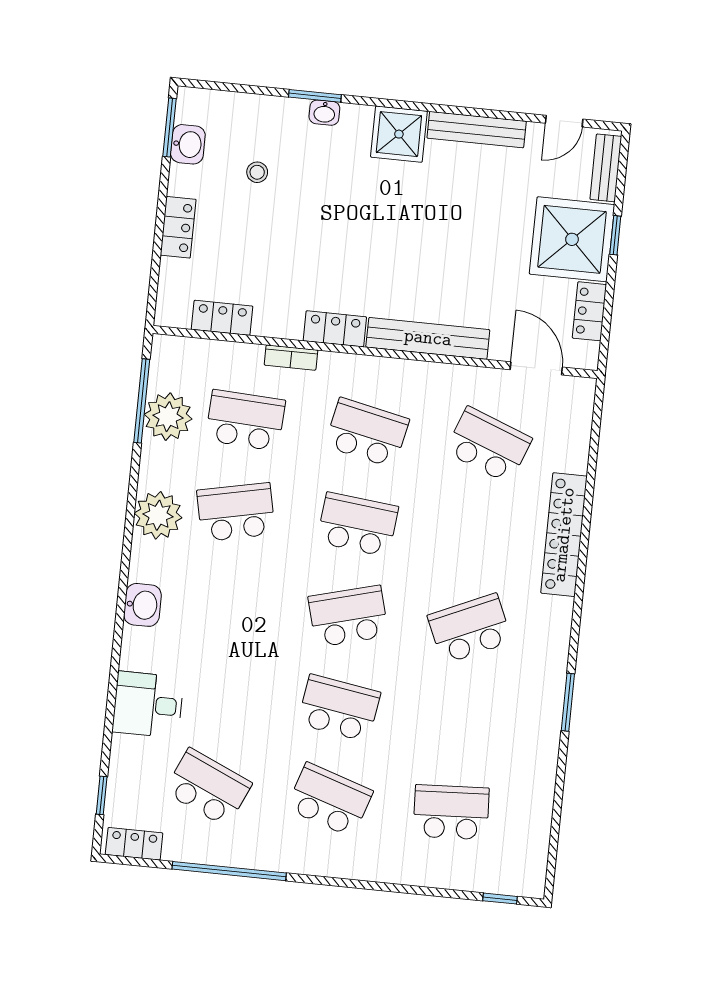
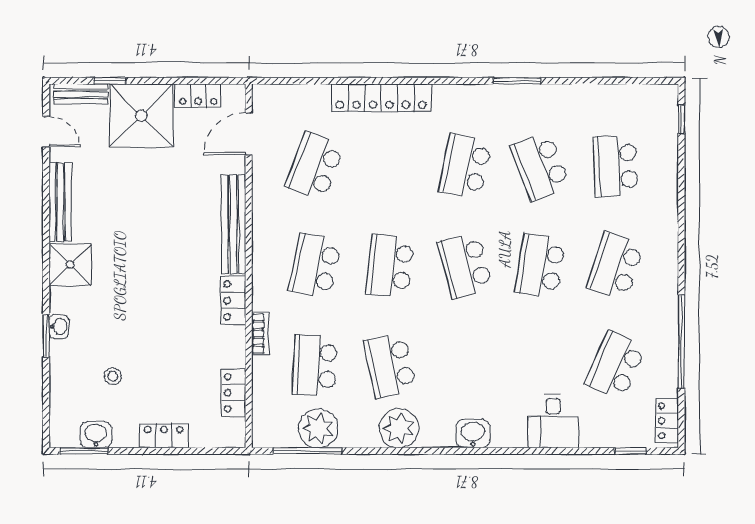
window: (615, 235) -> (110, 81), moved
school desk: (470, 629) -> (465, 166), turned 36
school desk: (460, 720) -> (540, 166), added

